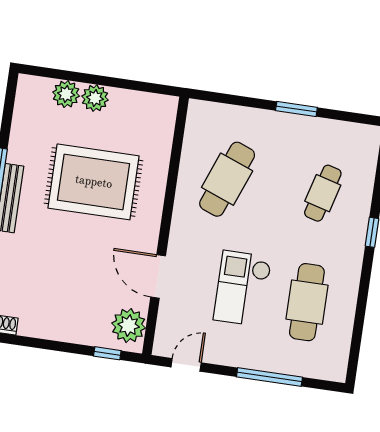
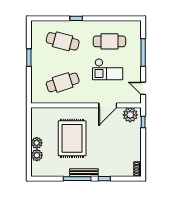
cafe table: (227, 179) -> (63, 82), turned -39
cafe table: (323, 193) -> (63, 41), width x1.37, depth x1.35

